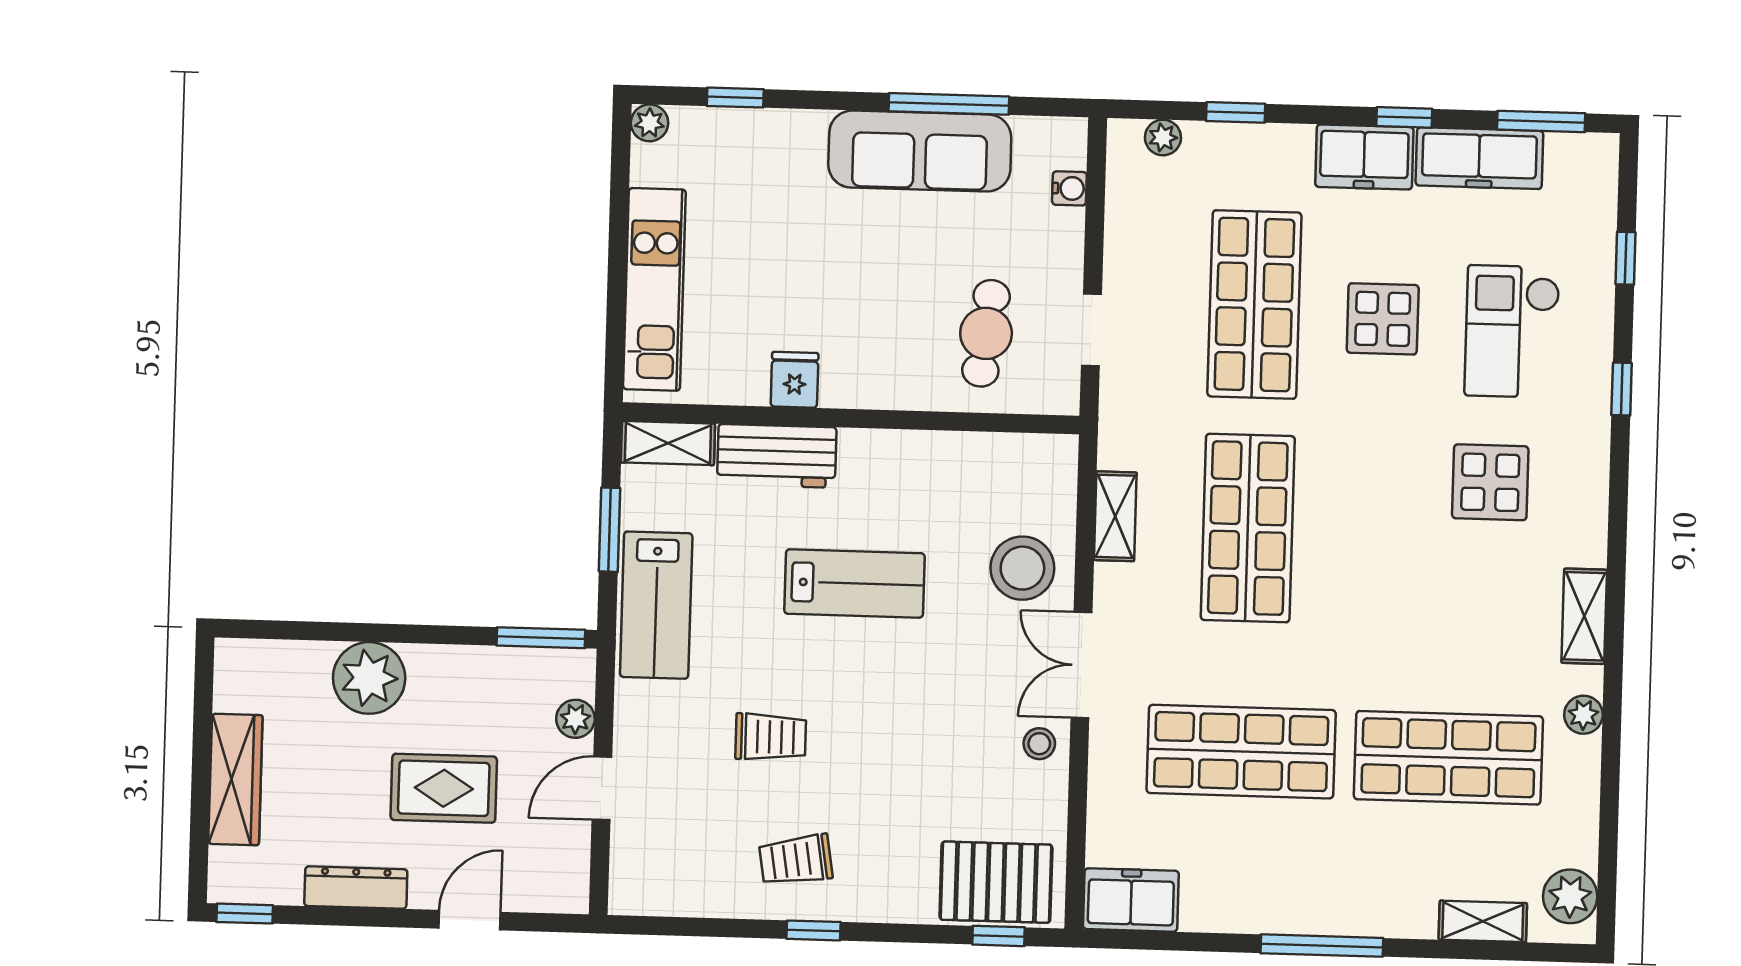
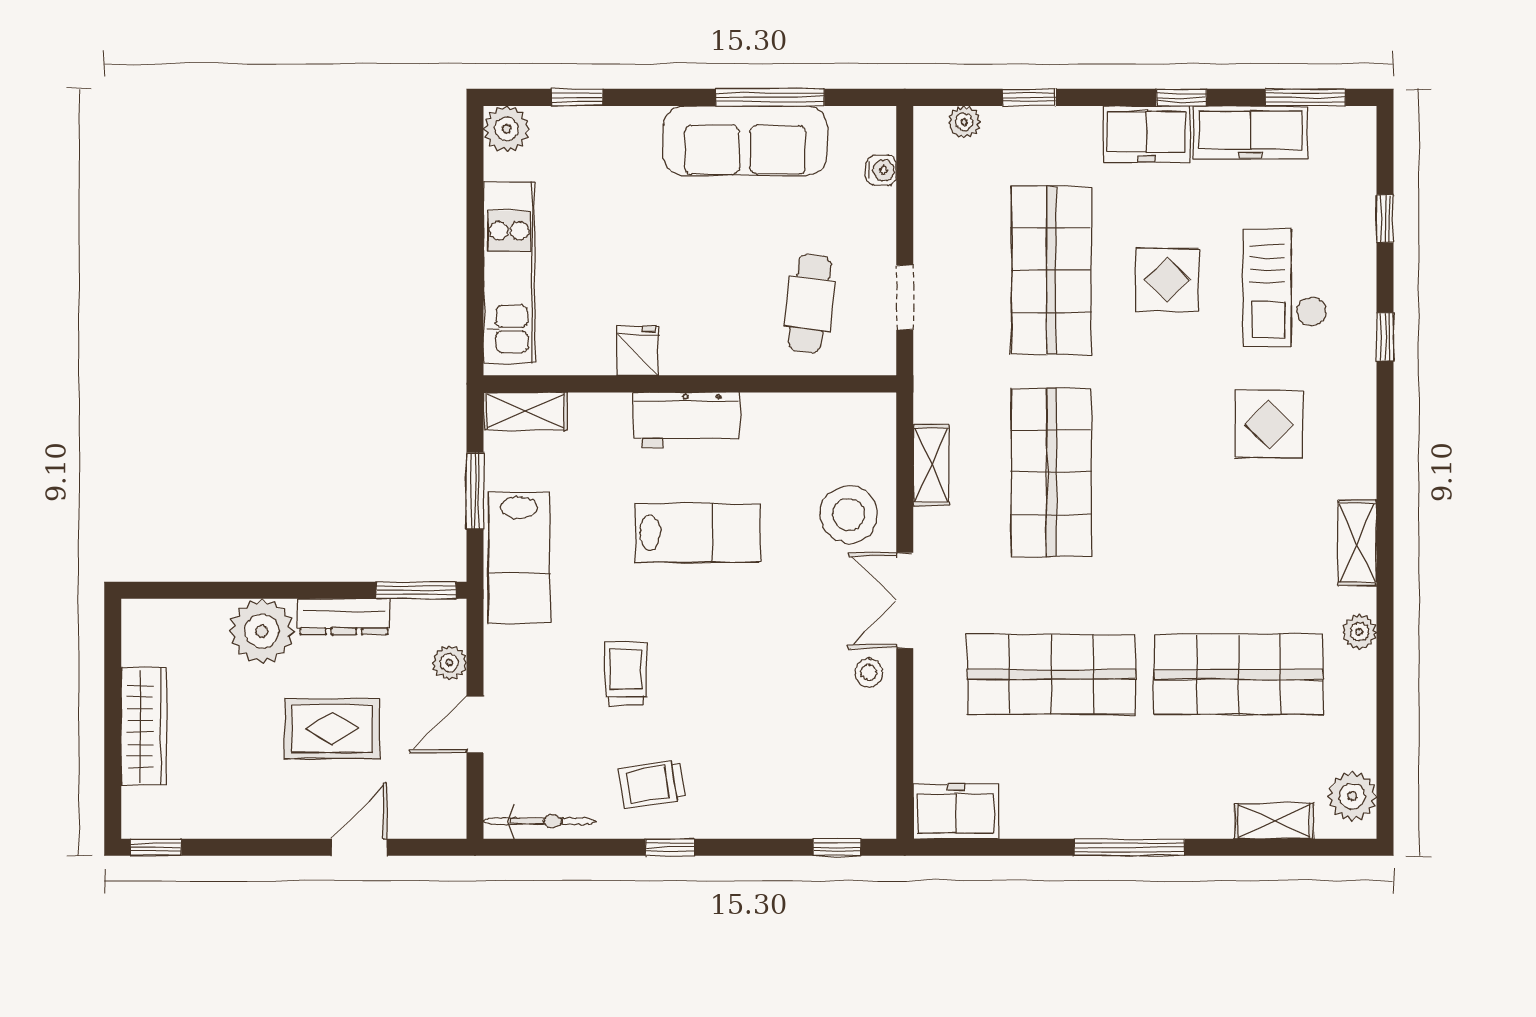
plant: (650, 123) -> (507, 129), width x1.38, depth x1.38
workbench: (777, 456) -> (686, 420), moved
trolley: (771, 737) -> (626, 674), turned -90
pallet: (996, 882) -> (833, 799), removed
dresser: (356, 888) -> (344, 617), moved, turned 180
bicycle: (670, 897) -> (539, 821), added

